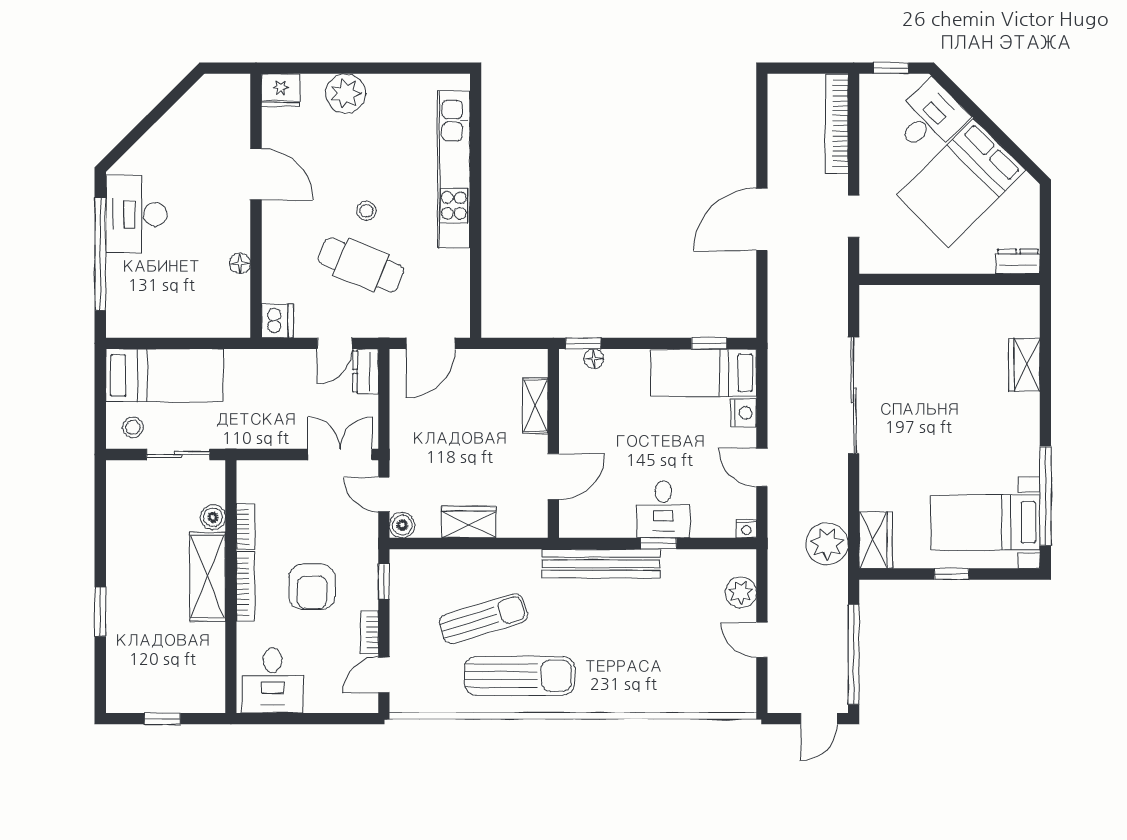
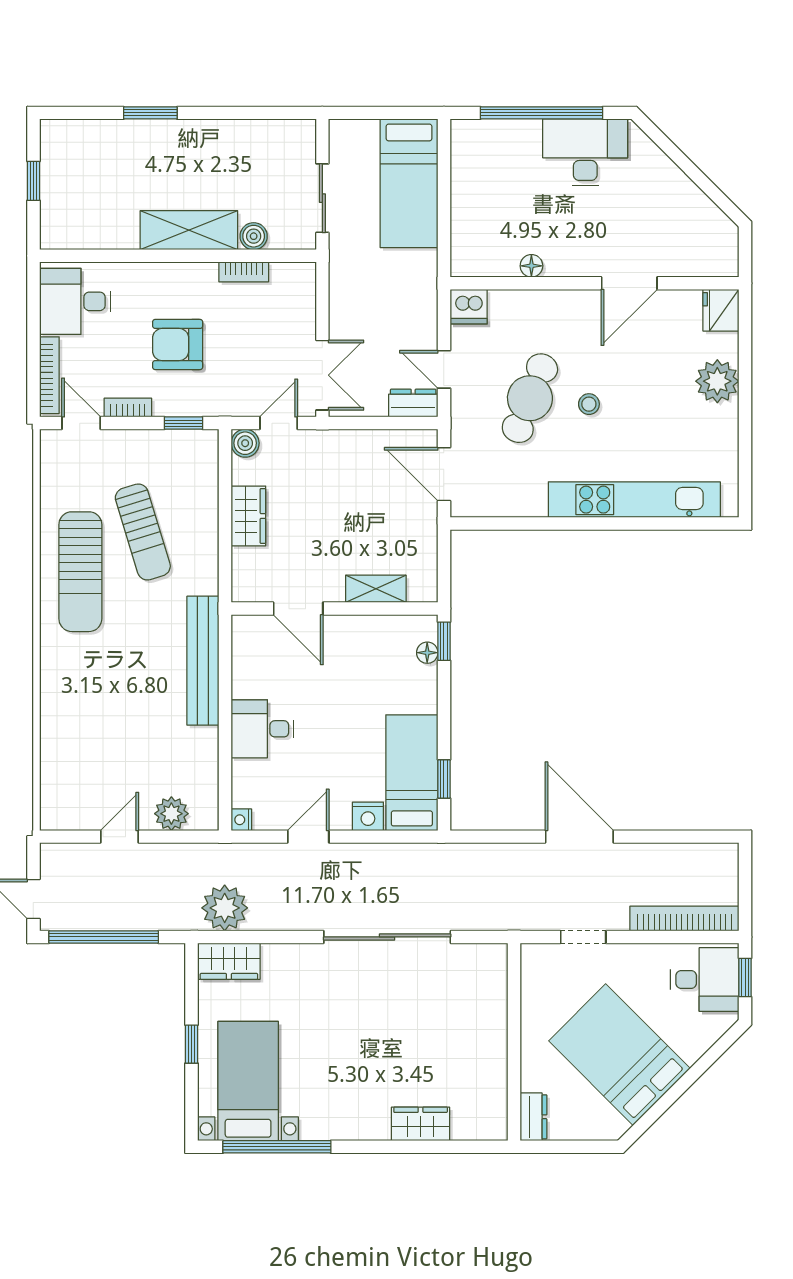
desk: (929, 118) -> (705, 980), moved, turned -45
stool: (133, 427) -> (352, 149), removed
window: (659, 543) -> (225, 724), removed
bookcase: (245, 586) -> (49, 375), moved, turned -90

